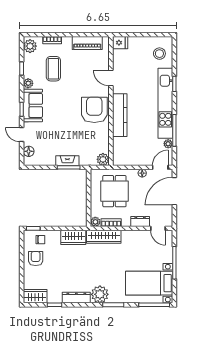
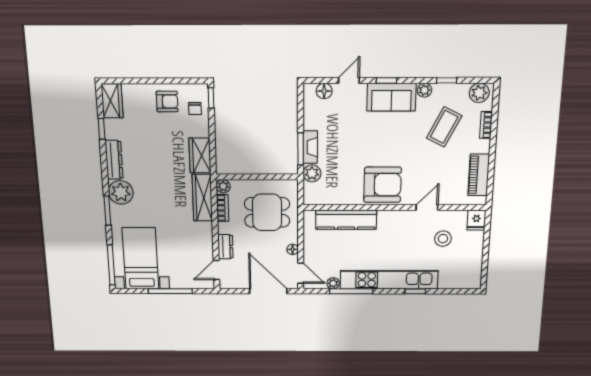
stool: (159, 54) -> (443, 239), moved
coffee table: (53, 69) -> (444, 127), turned -63
kitchen counter: (120, 115) -> (346, 220), moved
plant: (103, 159) -> (312, 173), moved

